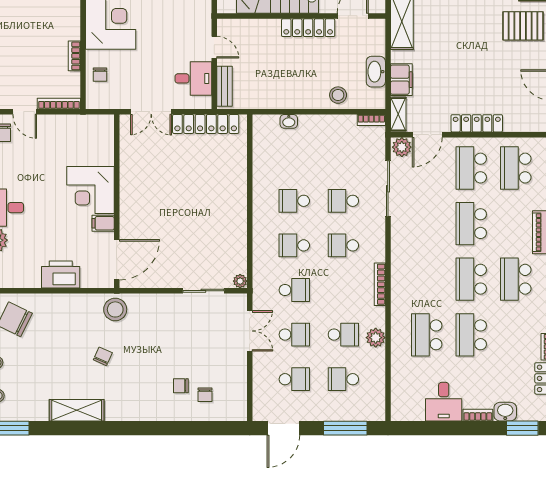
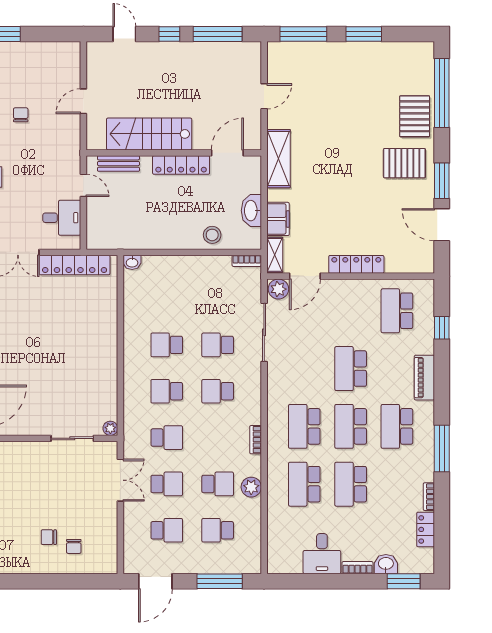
bench: (225, 86) -> (118, 164), moved, turned 90
washbasin: (289, 121) -> (132, 262), moved
school desk: (471, 168) -> (304, 426), moved
bookcase: (380, 284) -> (256, 440), width x0.64

